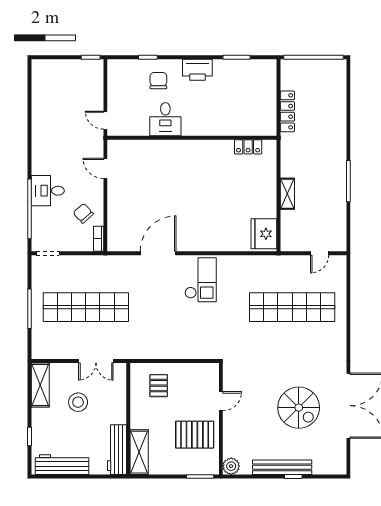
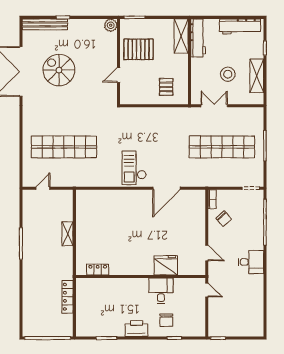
desk: (48, 191) -> (251, 262), moved
fridge: (264, 234) -> (166, 265), moved, turned -90
shelving: (40, 385) -> (257, 76), moved
bench: (282, 467) -> (45, 24), moved

